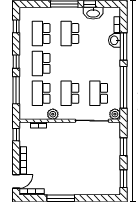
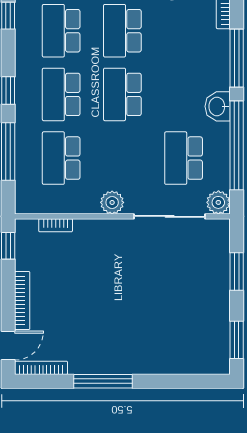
washbasin: (115, 40) -> (218, 106), moved
school desk: (70, 93) -> (122, 94), moved
plant: (53, 114) -> (112, 202), moved

